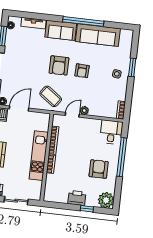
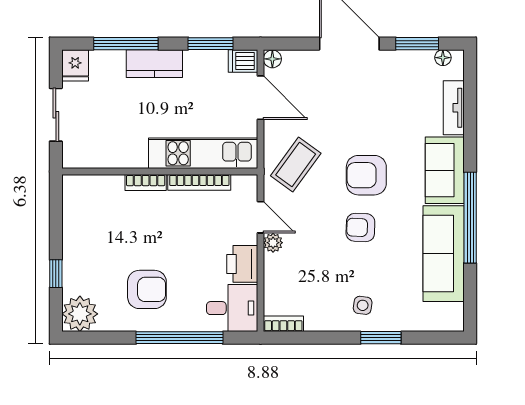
kitchen unit: (39, 156) -> (203, 153), moved
printer: (77, 198) -> (242, 264), moved, turned 180

